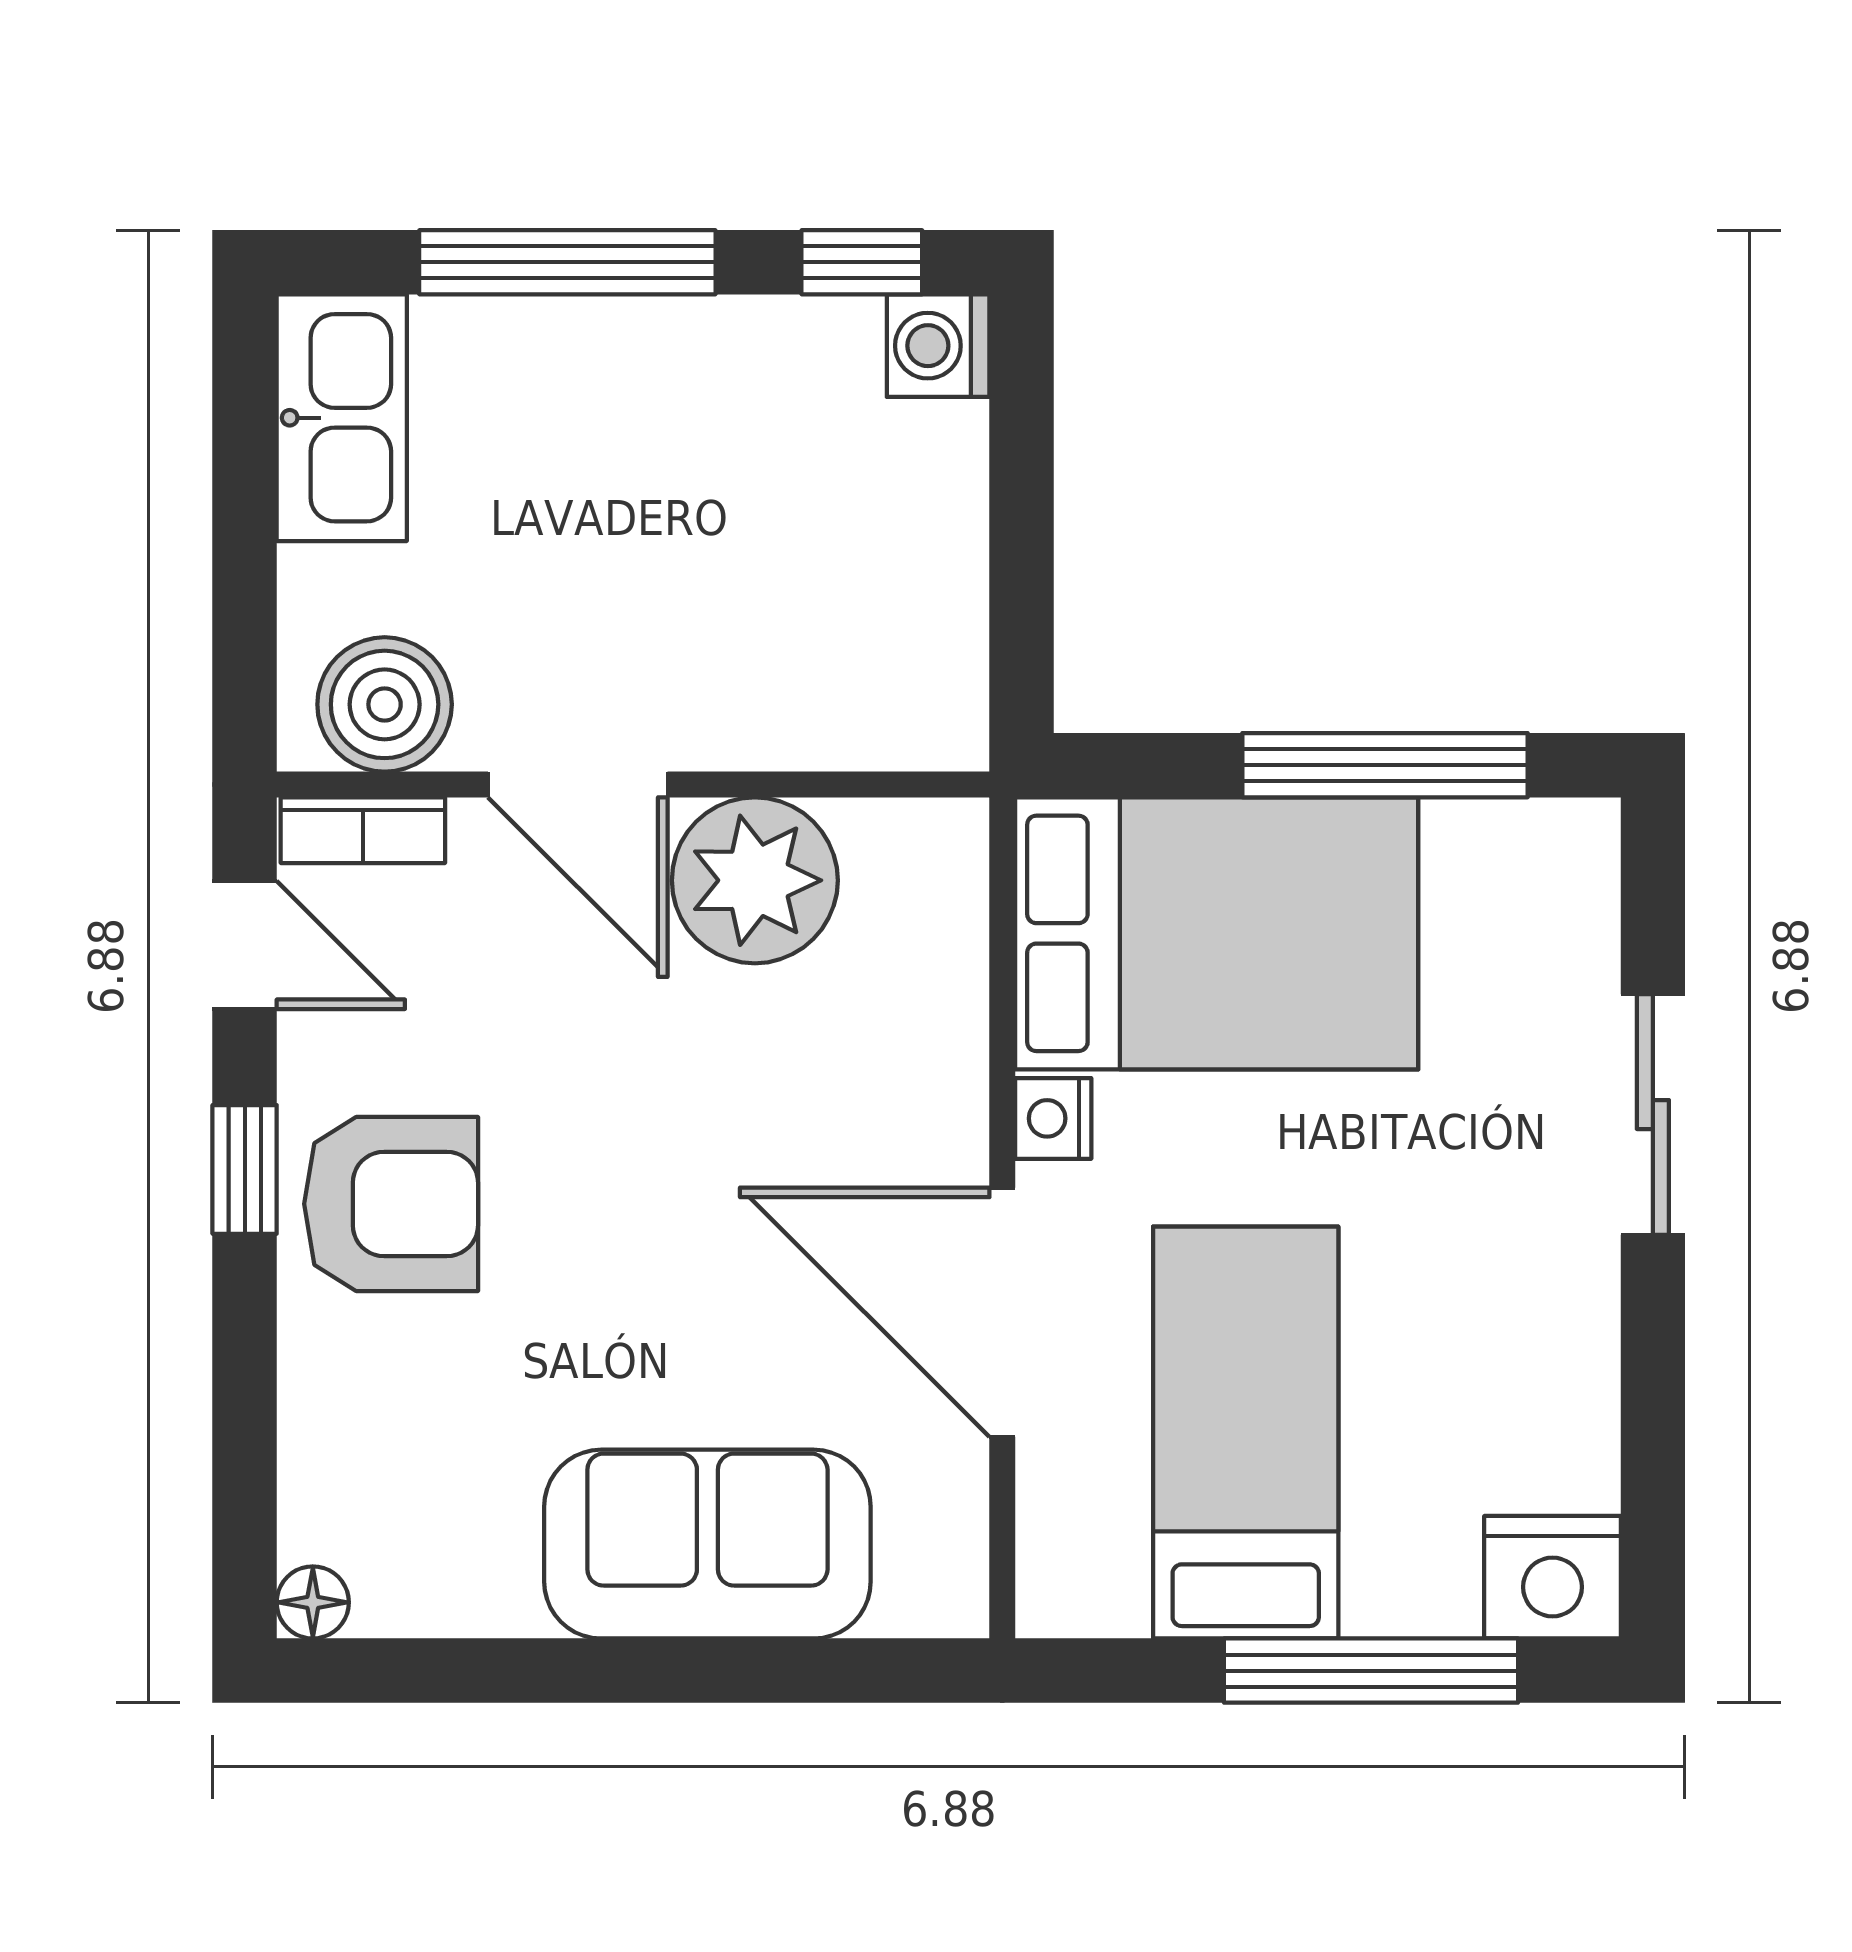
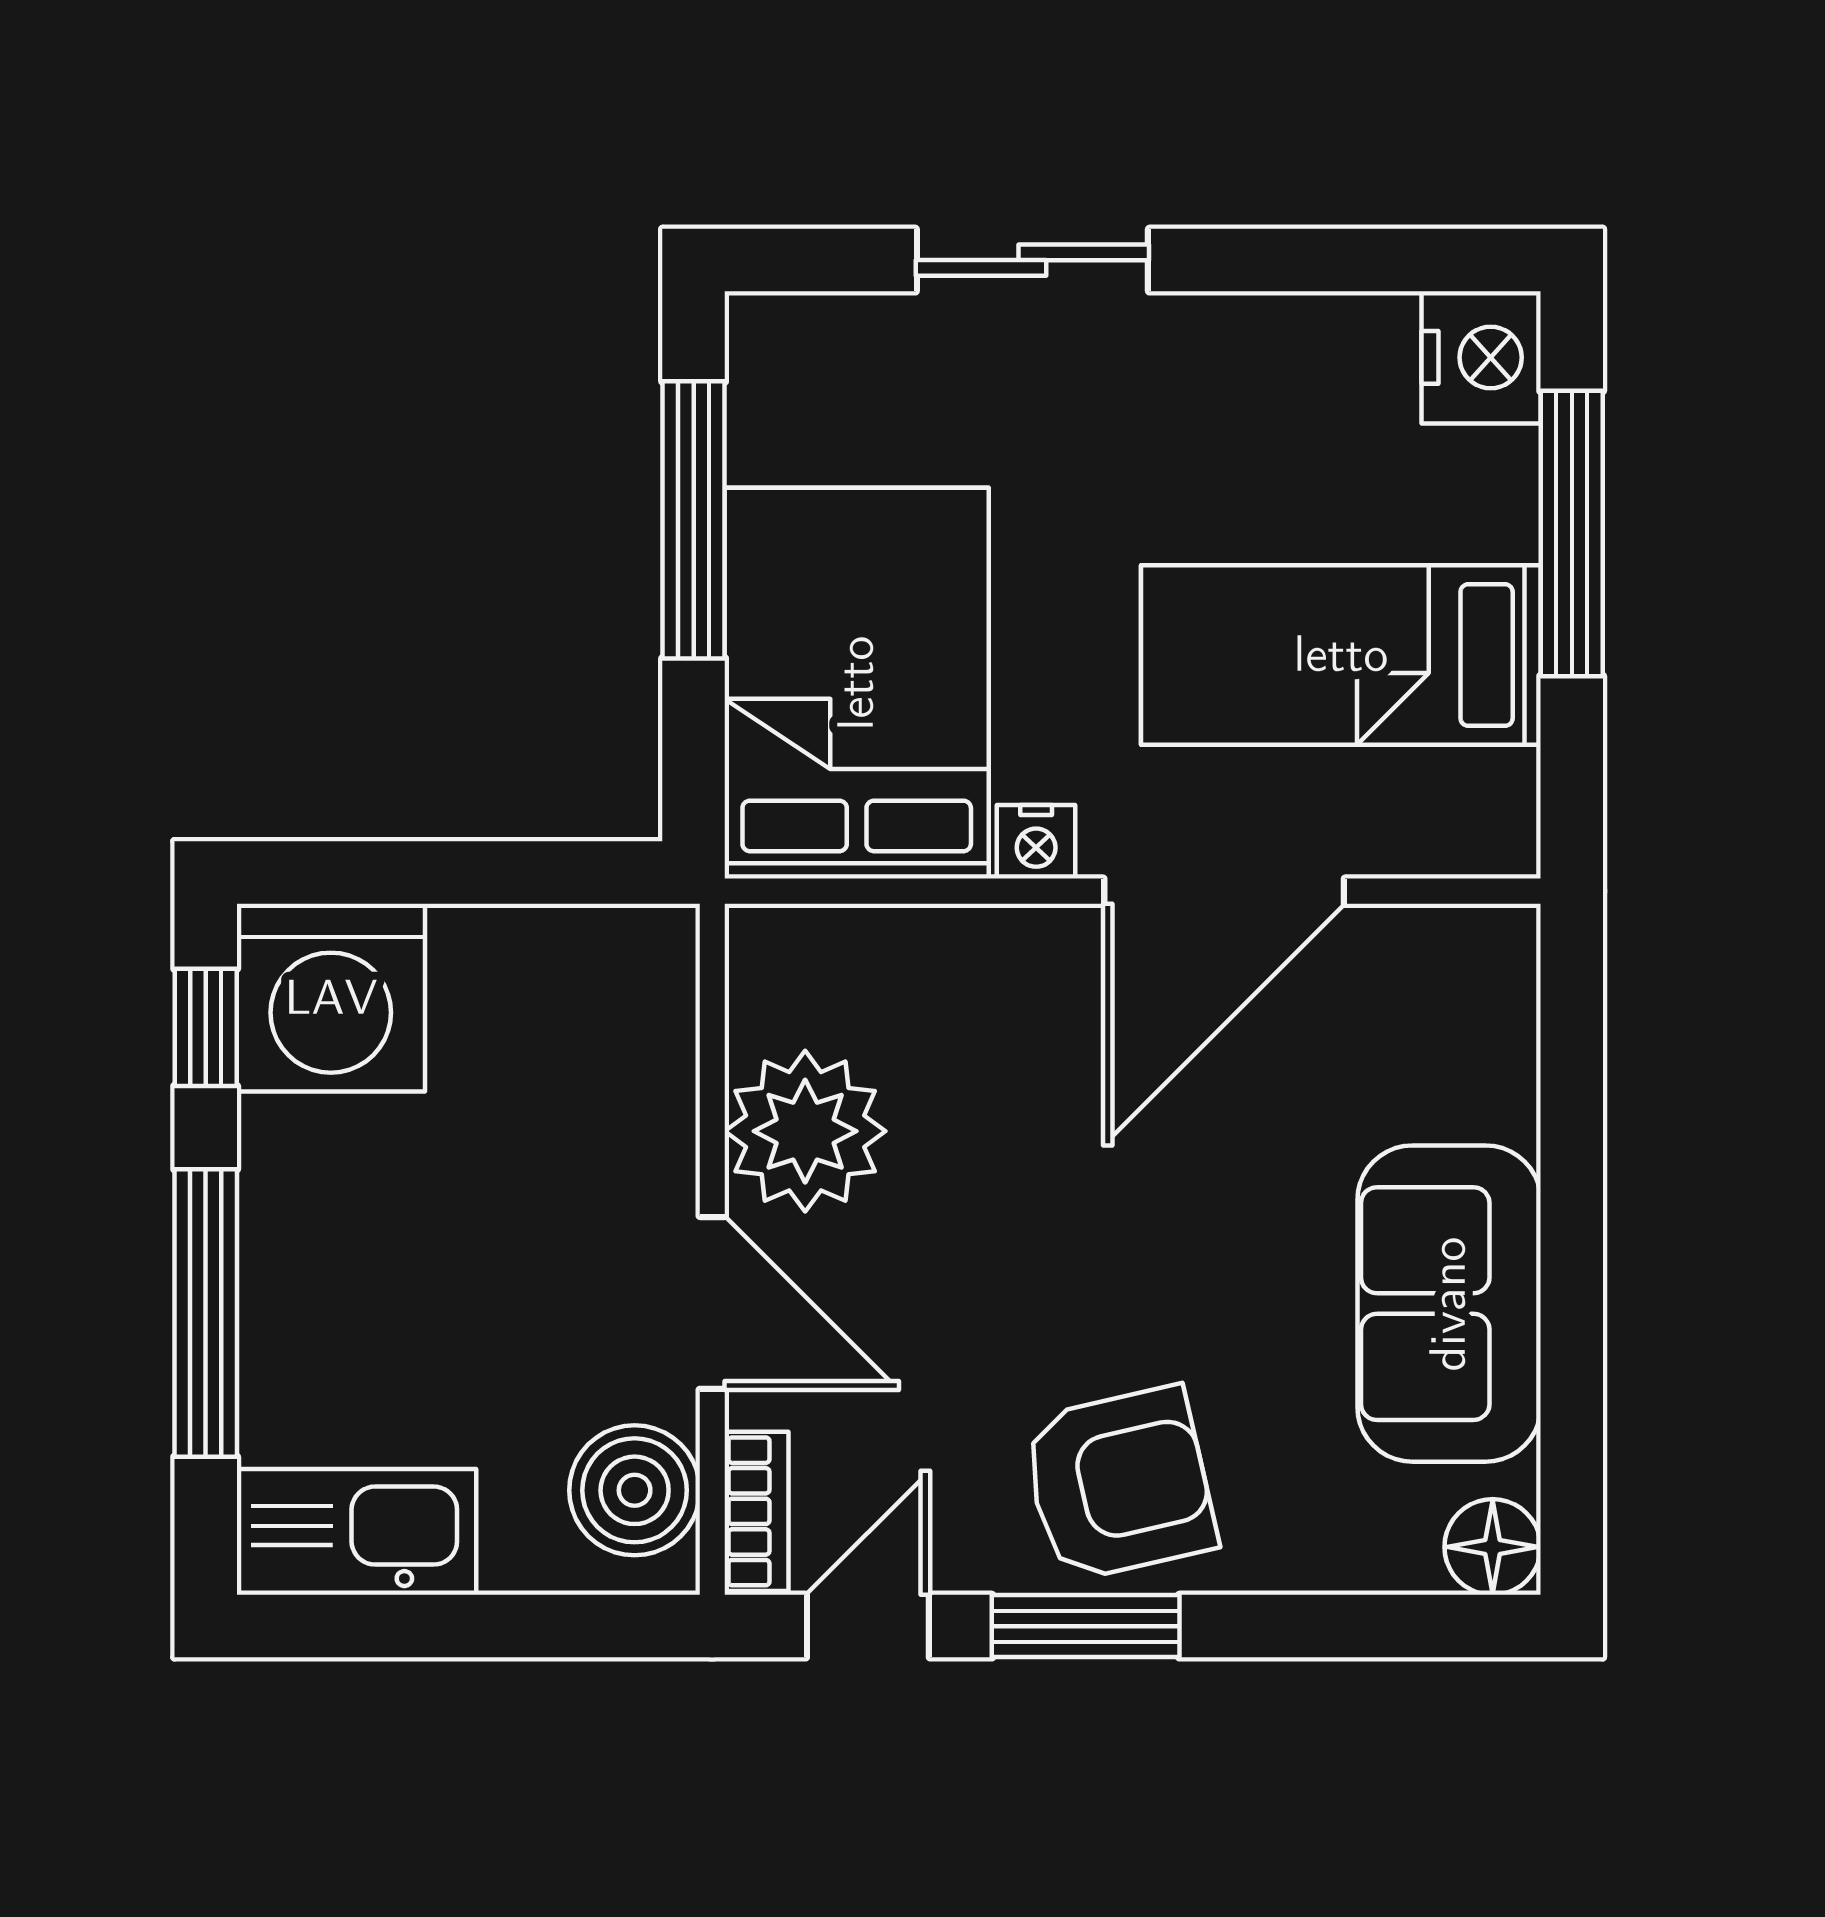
washing machine: (938, 346) -> (331, 998), width x1.89, depth x1.89
door: (578, 784) -> (712, 1303), hinge flipped
window: (245, 1169) -> (1086, 1626), width x1.50
armchair: (391, 1204) -> (1119, 1484), turned 77
sofa: (707, 1544) -> (1449, 1304), moved
floor lamp: (313, 1602) -> (1493, 1547), width x1.37, depth x1.37

